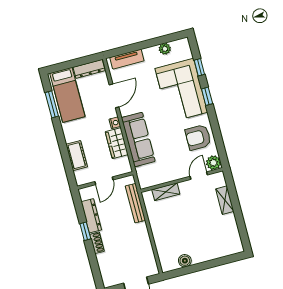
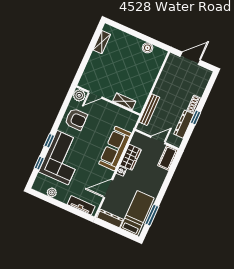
cot: (77, 156) -> (168, 158), moved
shelving: (225, 200) -> (102, 42), moved

